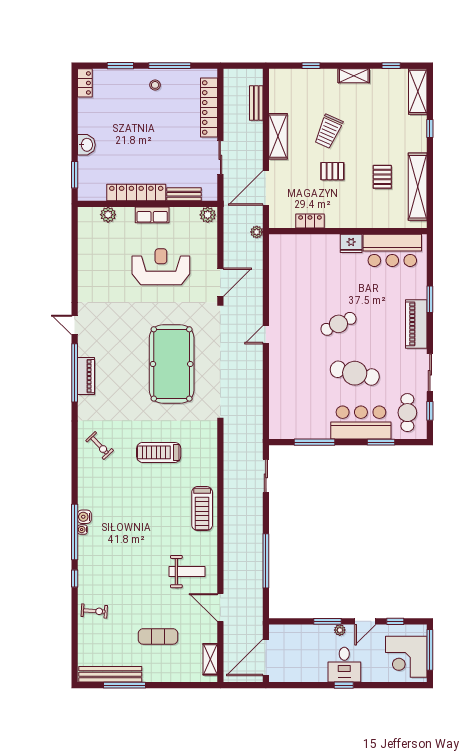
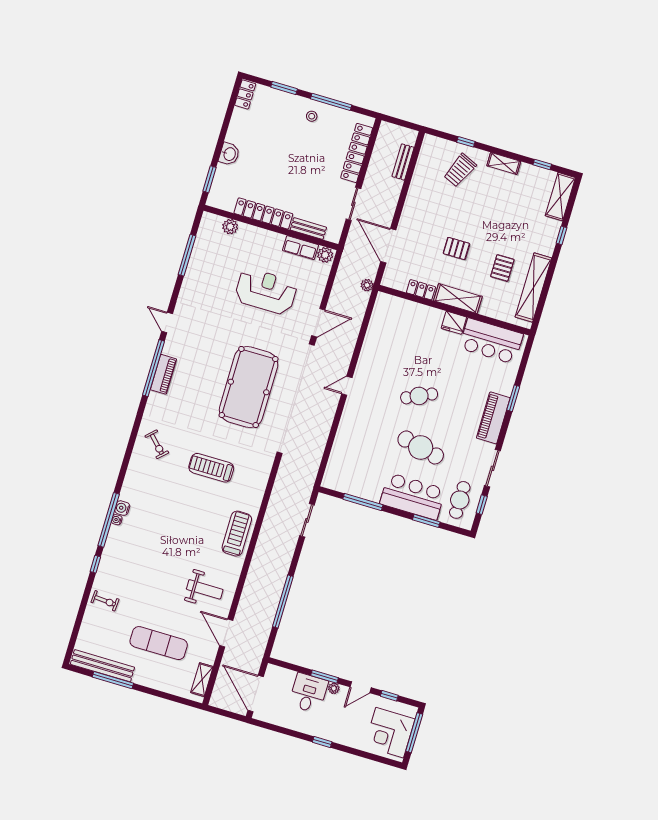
trolley: (328, 131) -> (460, 170), moved
shelving: (278, 136) -> (458, 299), moved, turned 90
door: (266, 188) -> (388, 246), hinge flipped
row of seats: (152, 215) -> (301, 248), moved
window: (75, 255) -> (187, 255), added
treadmill: (202, 509) -> (237, 534), turned 180
exercise mat: (158, 636) -> (159, 643), width x1.36, depth x1.45
door: (266, 657) -> (256, 693), hinge flipped
desk: (344, 665) -> (308, 693), moved, turned 180

